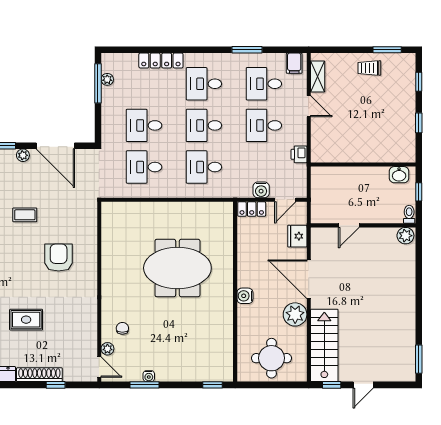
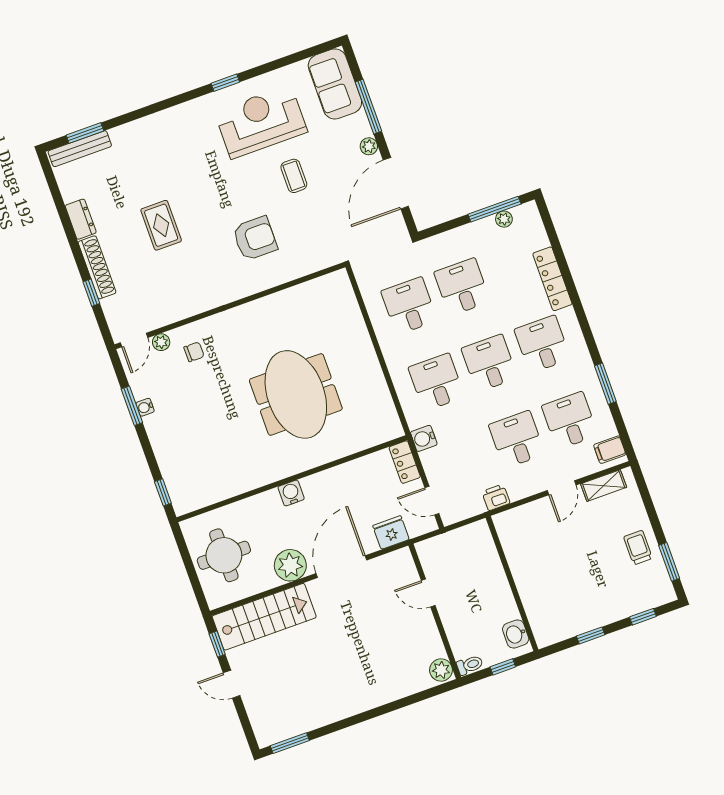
water cooler: (261, 190) -> (424, 438), moved

